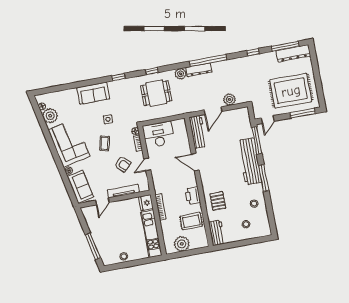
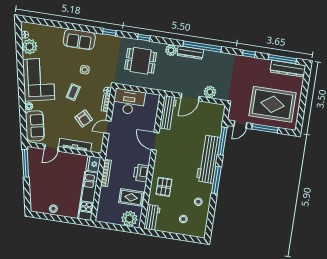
window: (303, 113) -> (265, 128), moved
plant: (182, 244) -> (129, 219), moved
window: (93, 246) -> (25, 163), moved

